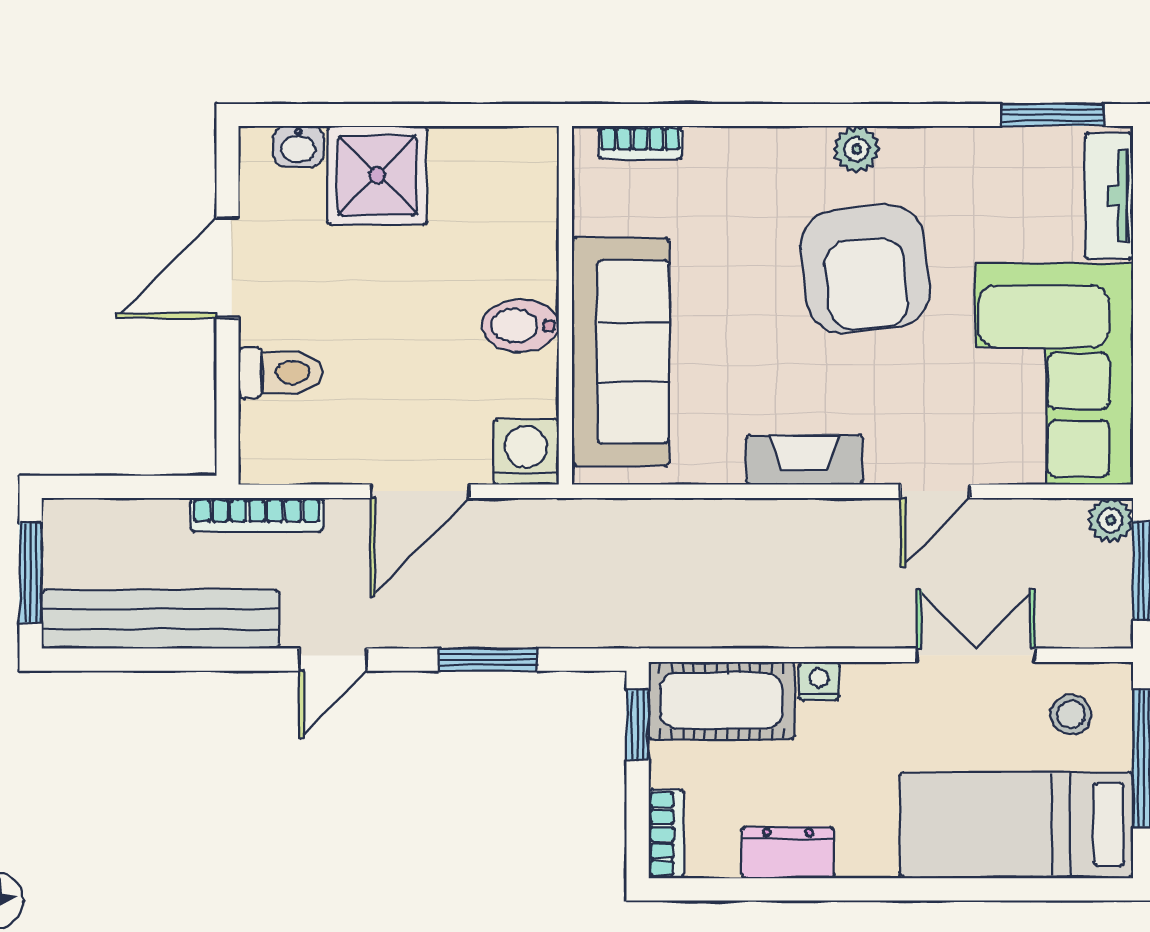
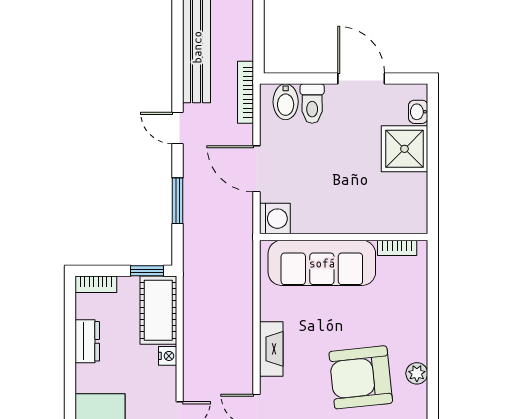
bookcase: (640, 143) -> (397, 248), moved, turned -90
bidet: (520, 326) -> (286, 102), moved, turned 180

